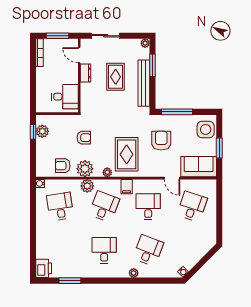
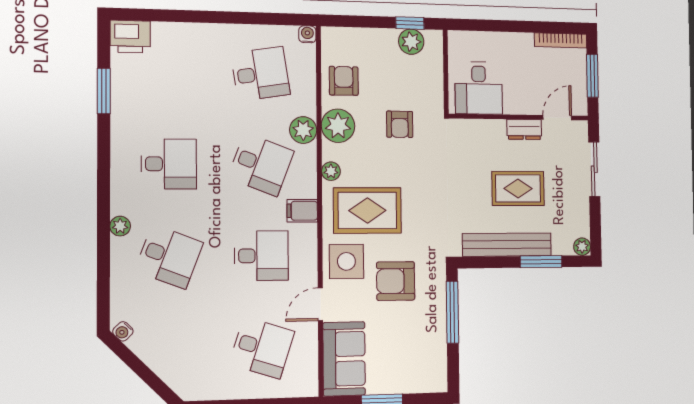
side table: (206, 129) -> (346, 261), moved
armchair: (161, 141) -> (396, 281), turned 180

